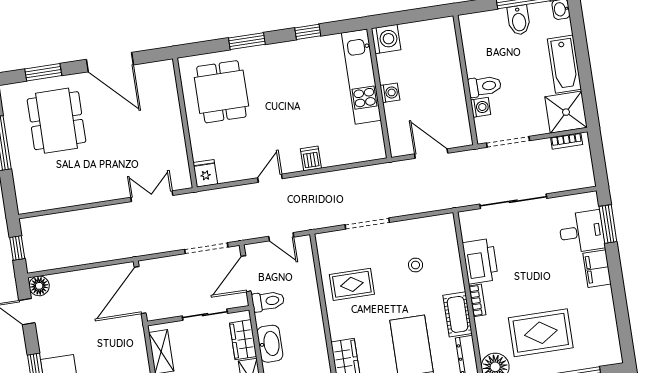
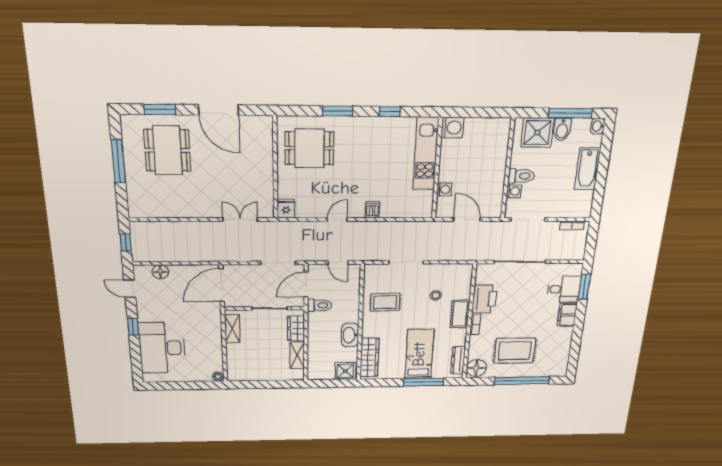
dining table: (221, 92) -> (309, 148), turned 90
washing machine: (390, 93) -> (444, 189), moved
shower: (566, 112) -> (537, 133), moved
floor lamp: (39, 286) -> (160, 272), moved
cot: (458, 314) -> (460, 314), moved
washbasin: (270, 344) -> (350, 335), moved, turned 180

